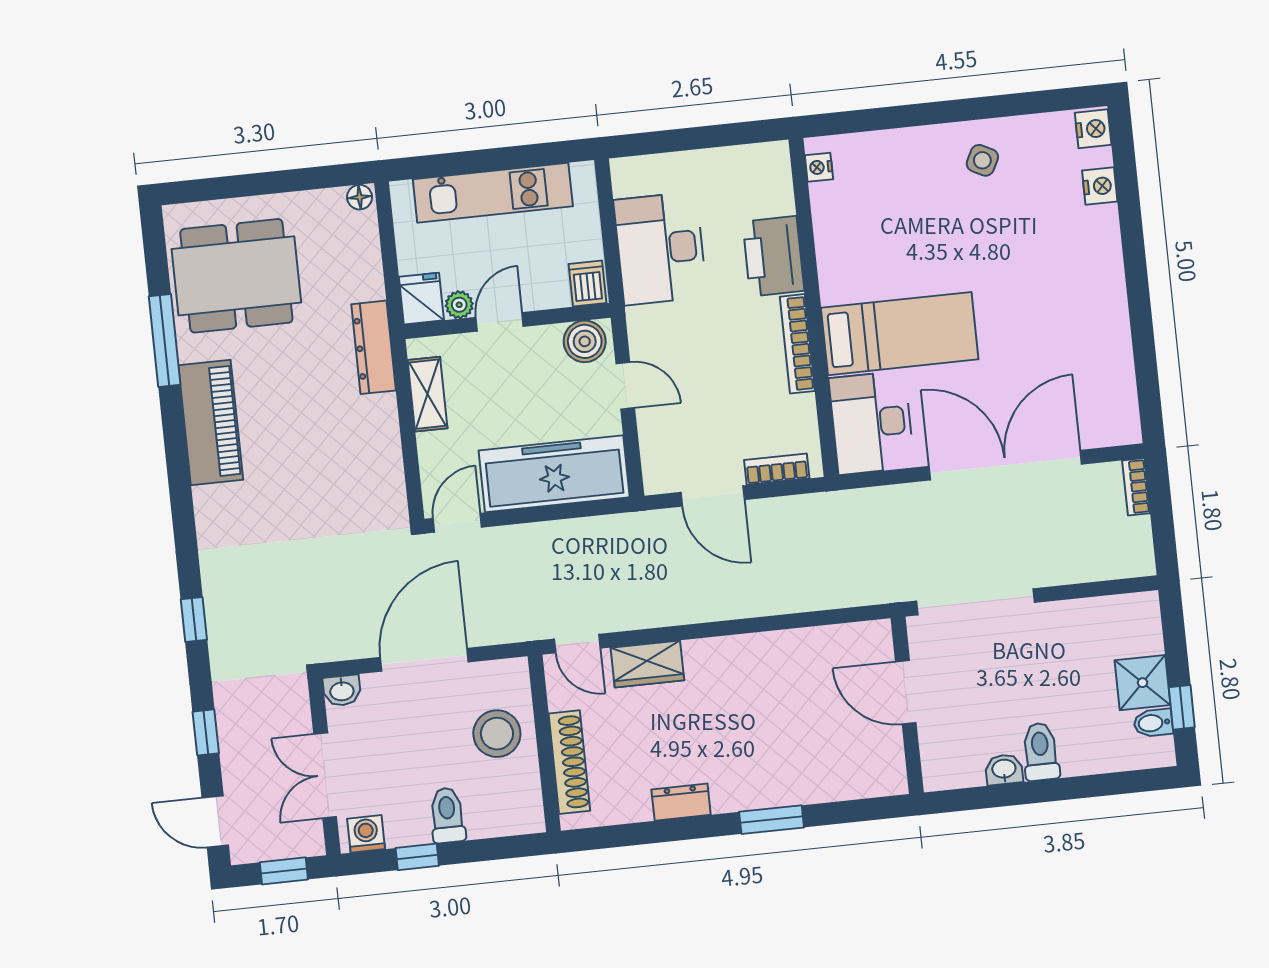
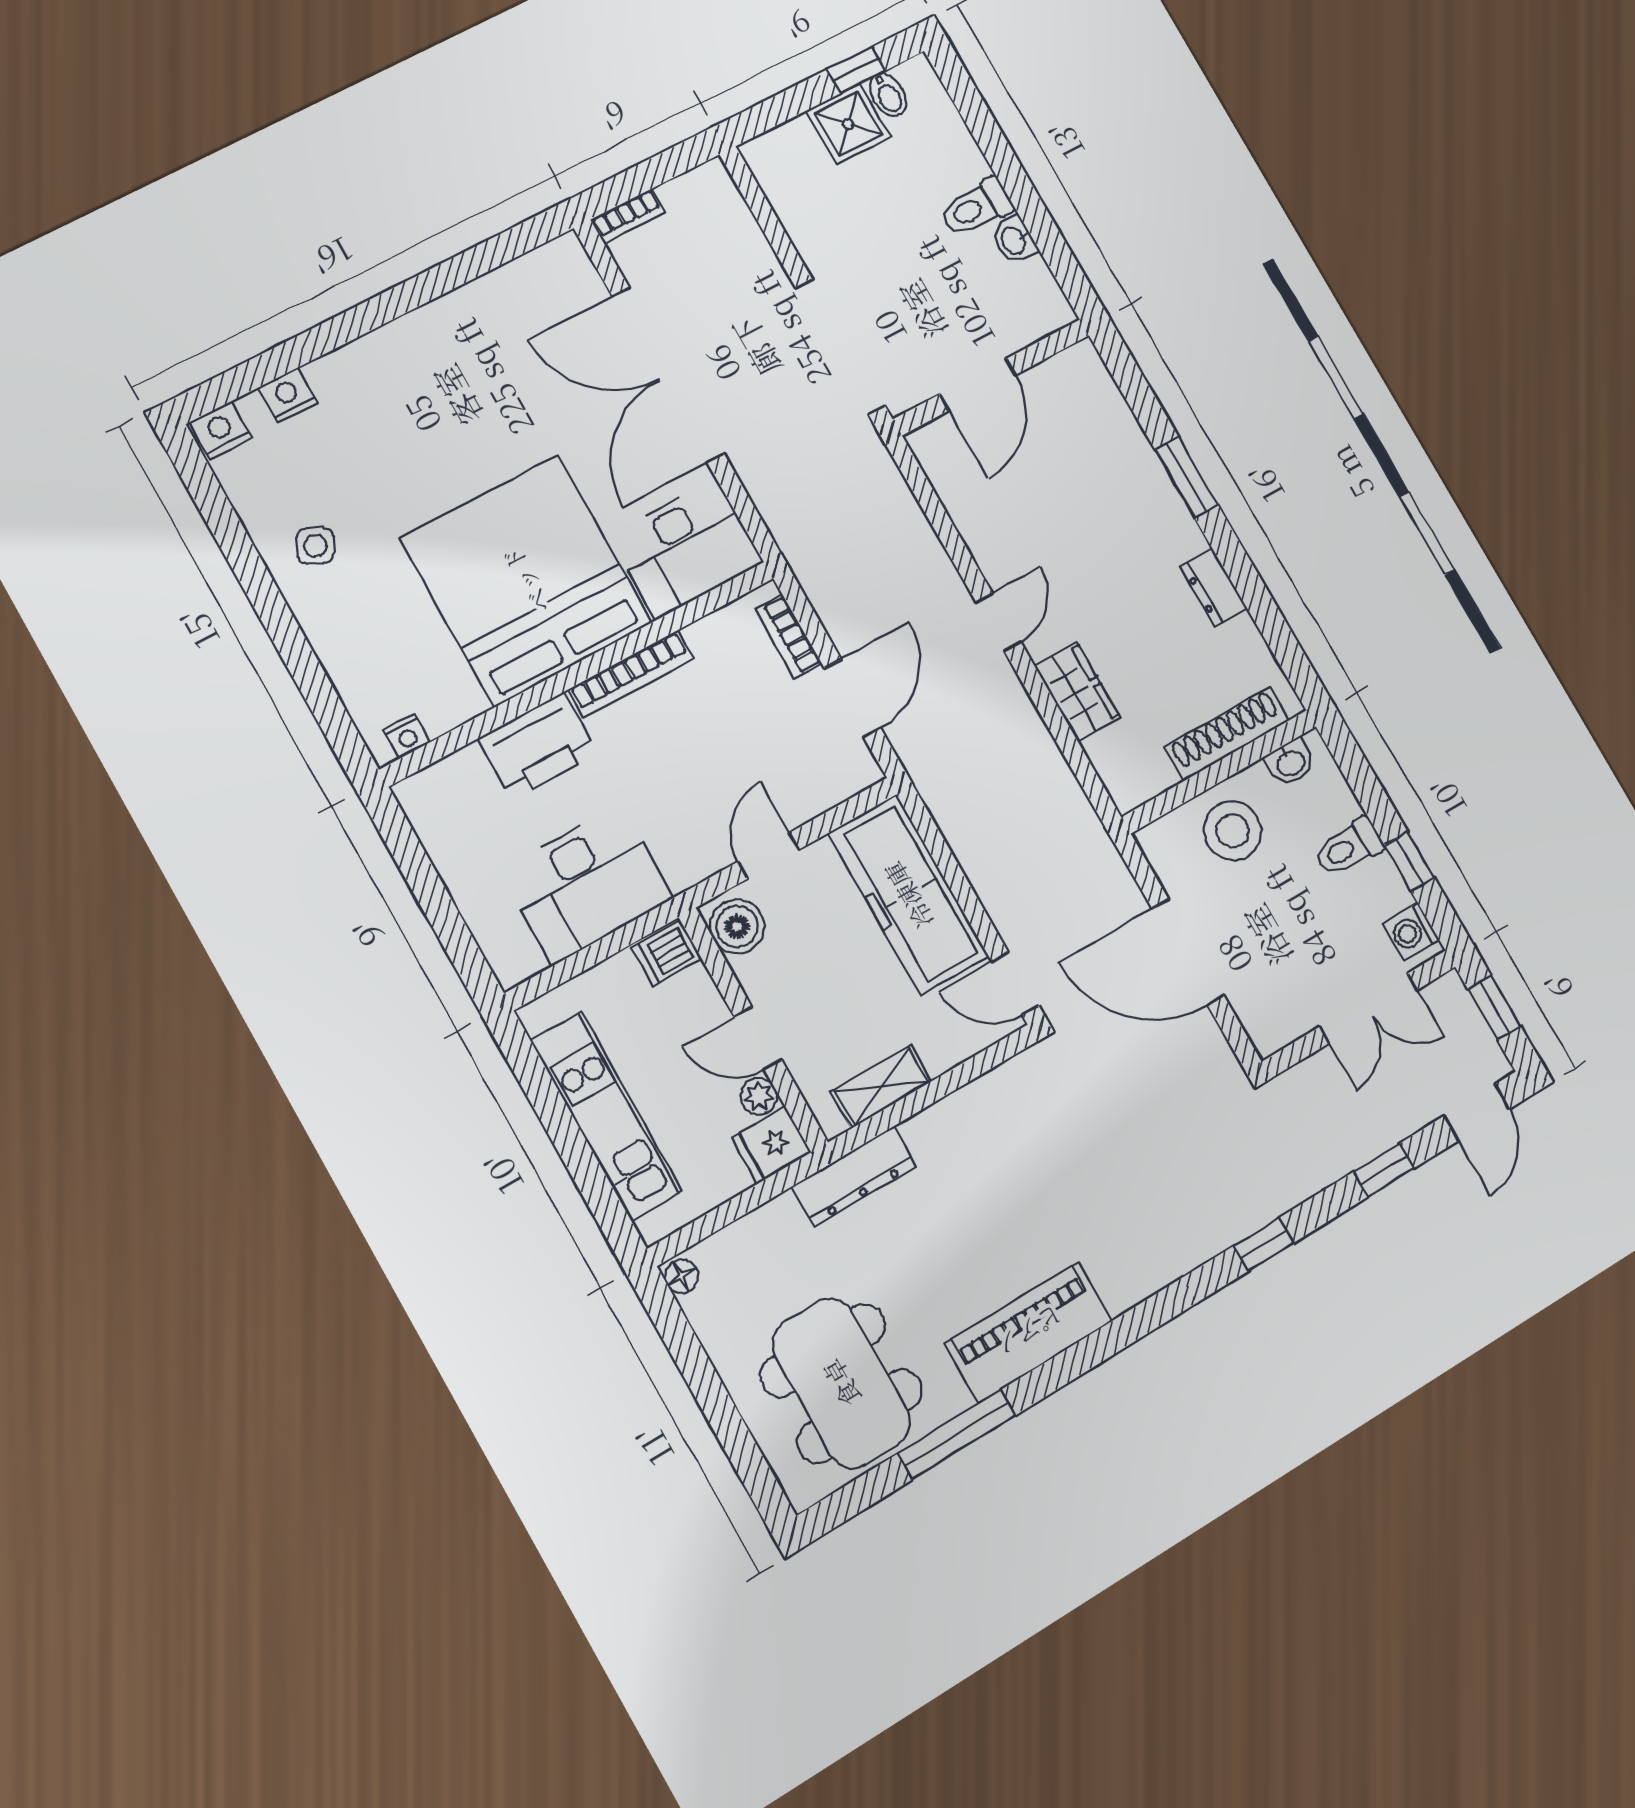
bed: (900, 334) -> (526, 580), width x2.04
door: (577, 644) -> (998, 622), moved
washbasin: (342, 690) -> (1290, 762), moved, turned 90

